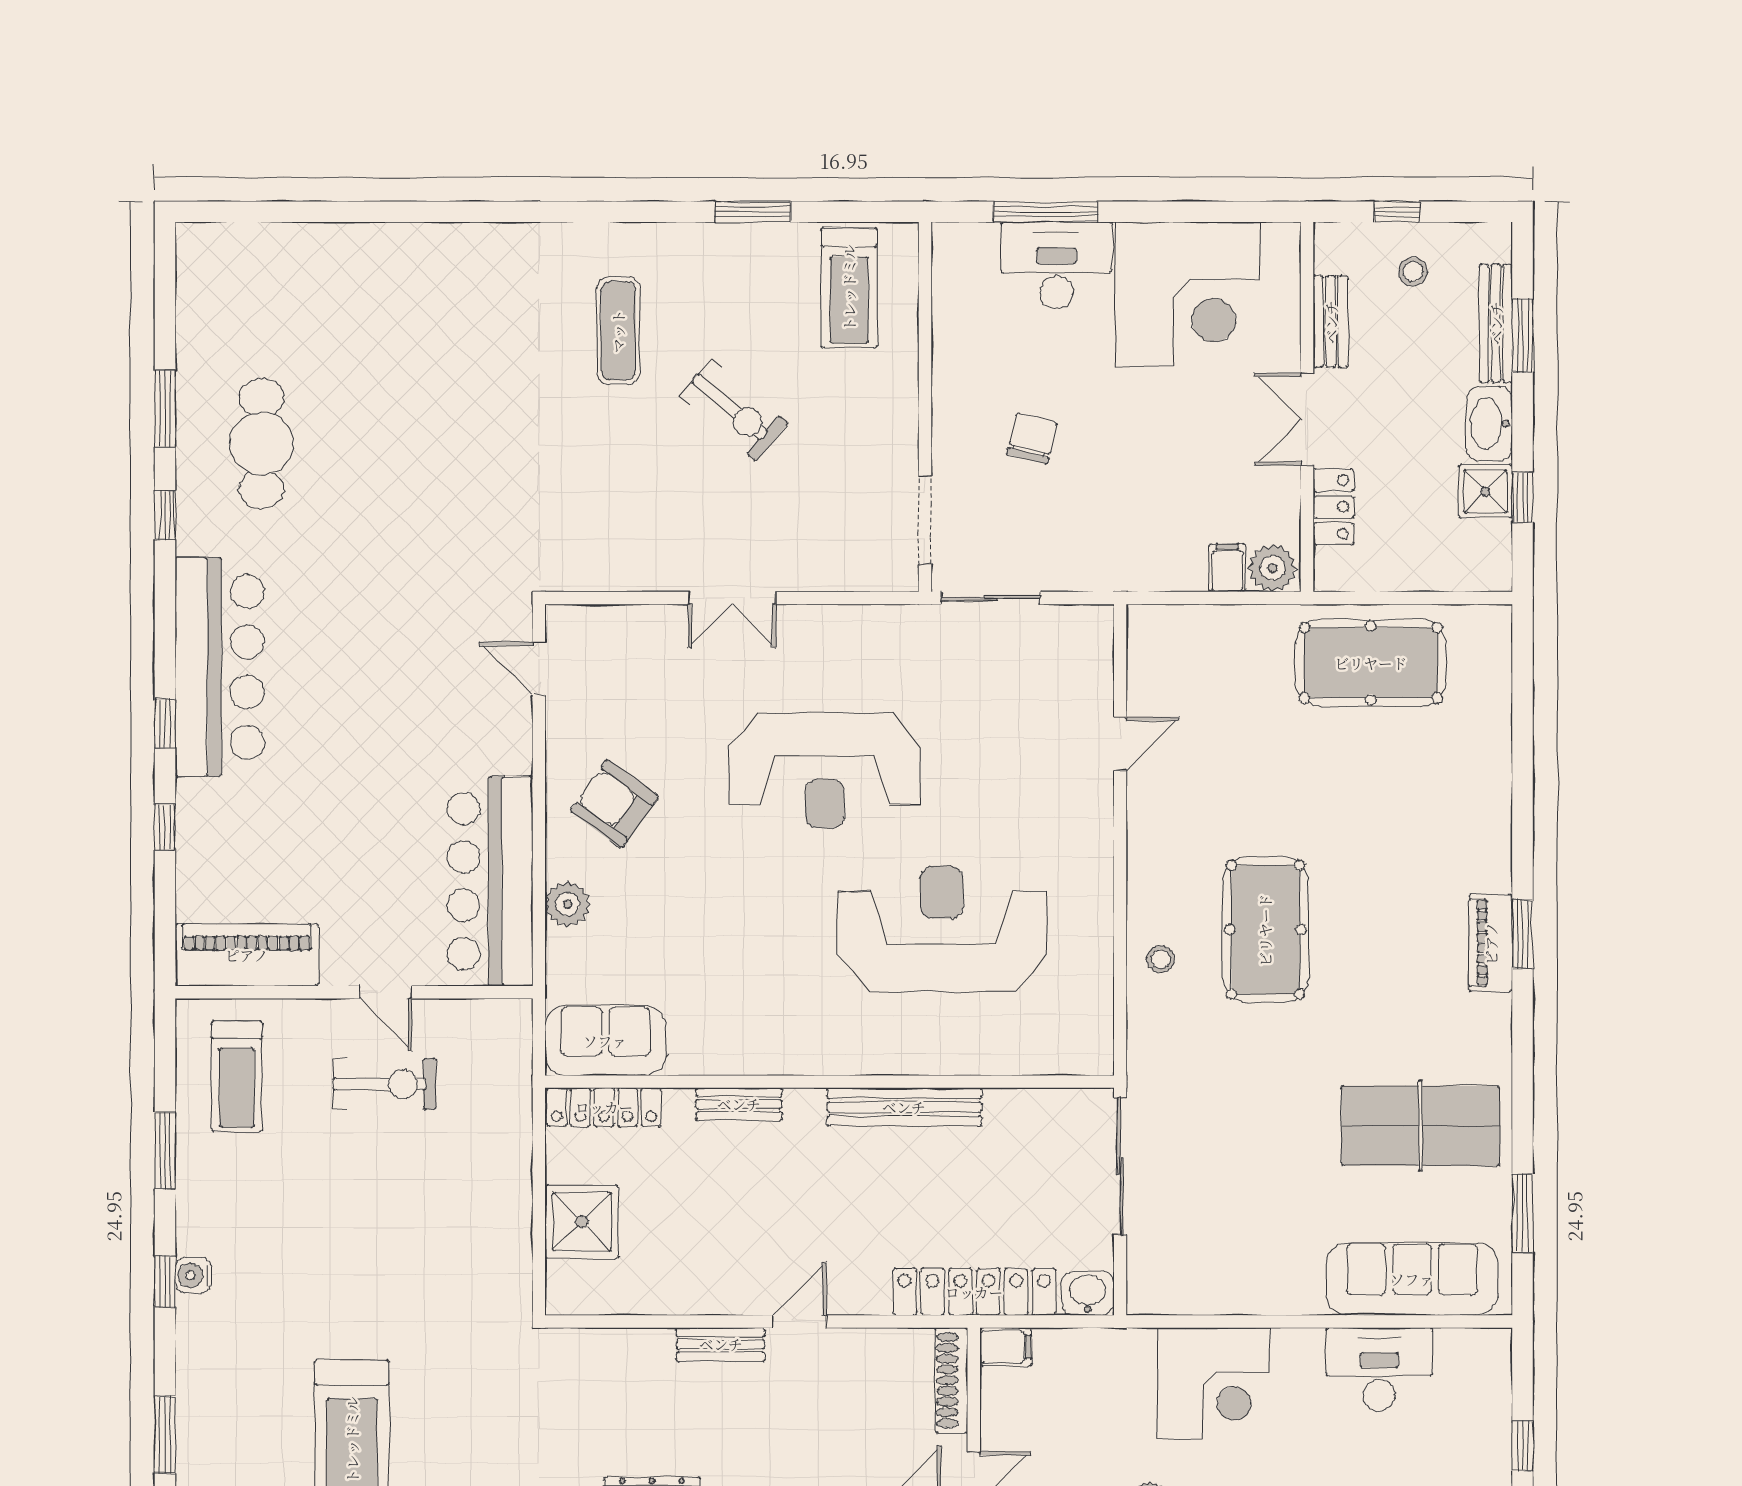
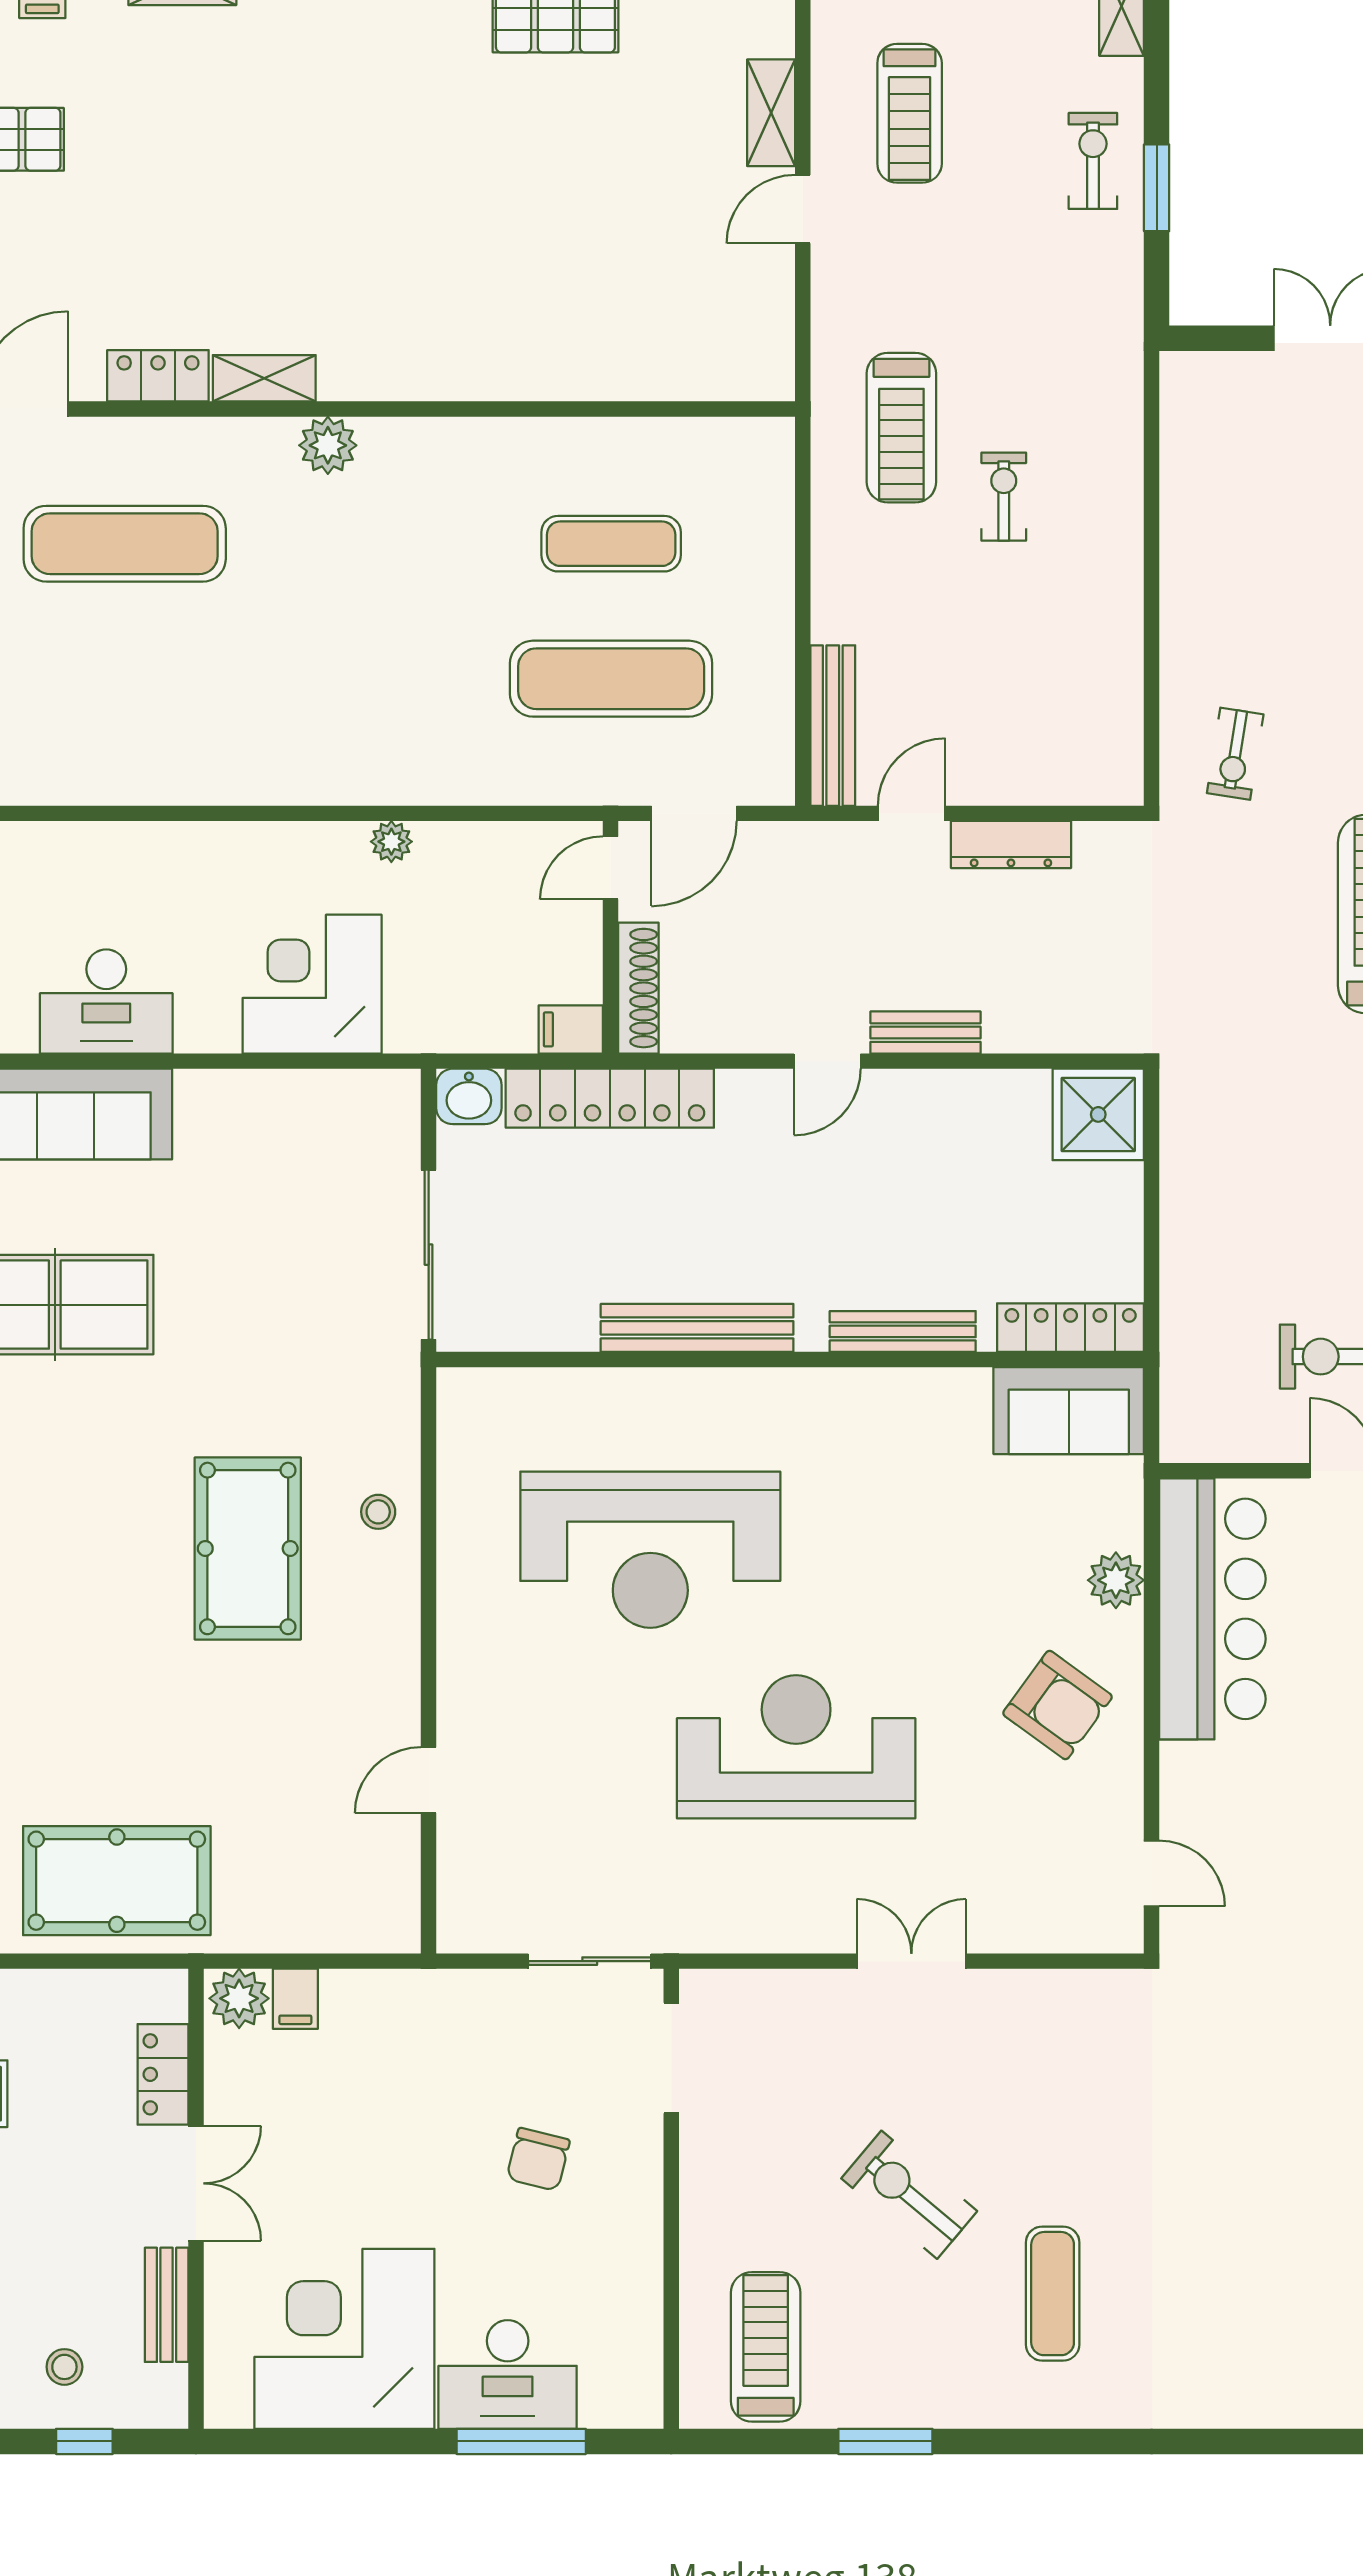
bench: (739, 1104) -> (903, 1331), width x1.36
shower: (582, 1222) -> (1098, 1114), moved

